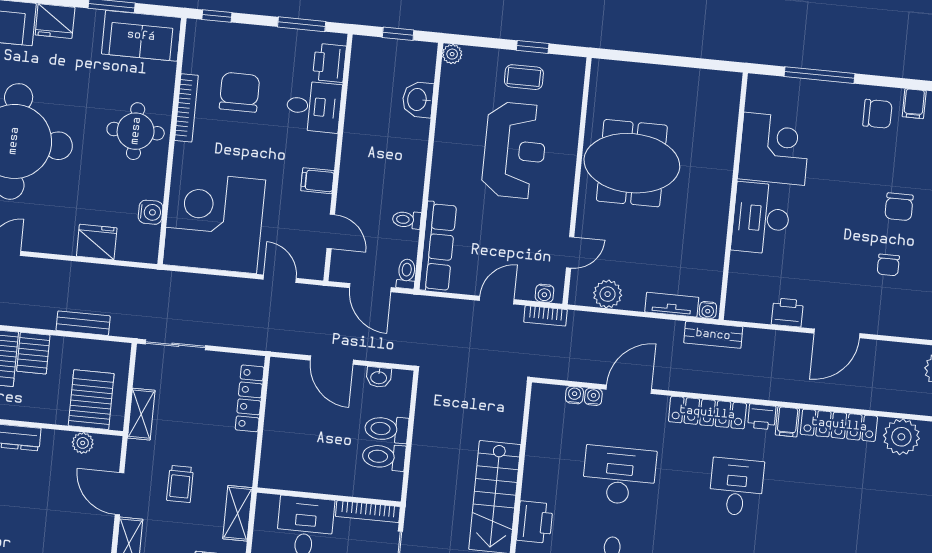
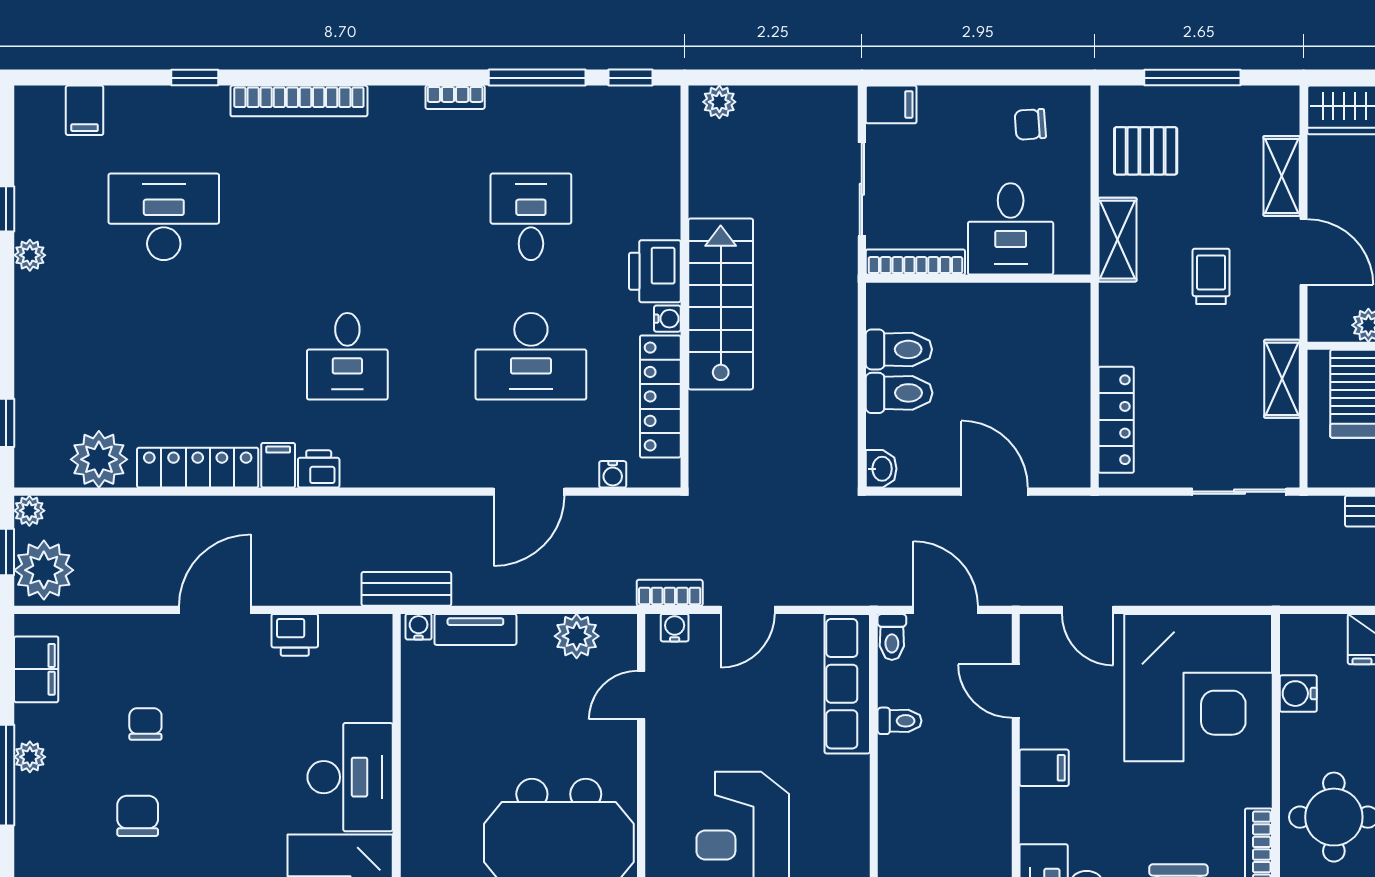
washbasin: (379, 377) -> (881, 469), moved, turned 90
water cooler: (593, 397) -> (667, 319), moved, turned -90
locker: (707, 413) -> (660, 396), moved, turned -90

